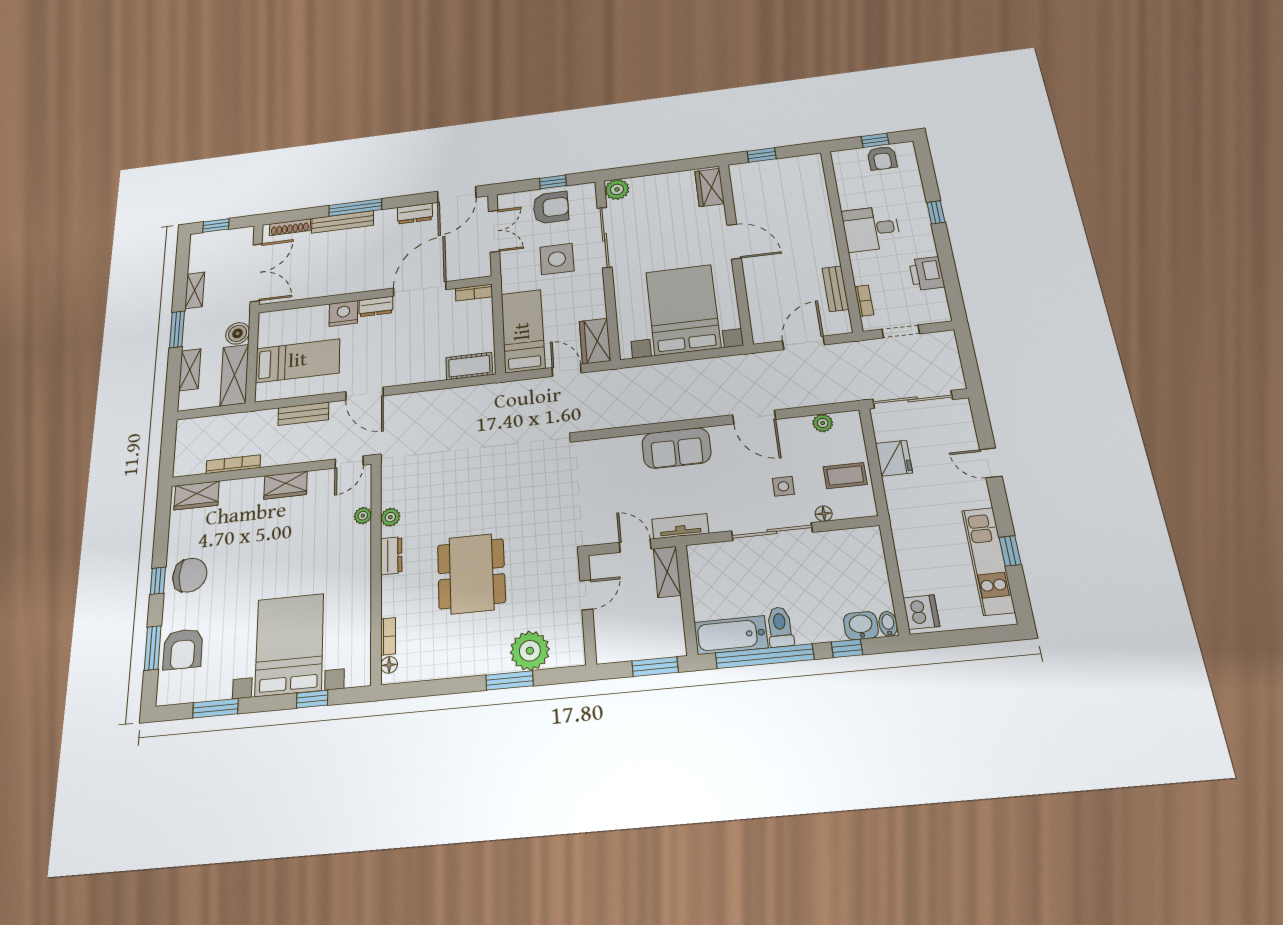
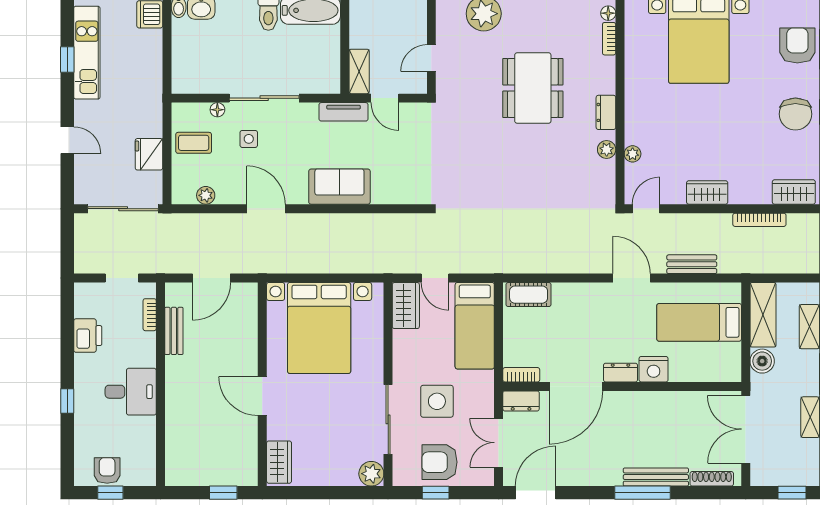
dresser: (415, 213) -> (521, 401), moved, turned 180
chair: (190, 575) -> (795, 114), turned -90

